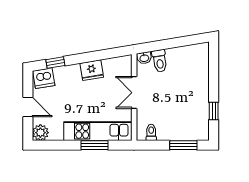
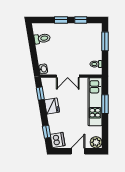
window: (110, 54) -> (40, 93), added
toilet: (160, 61) -> (42, 38), moved
window: (214, 83) -> (61, 20), added

